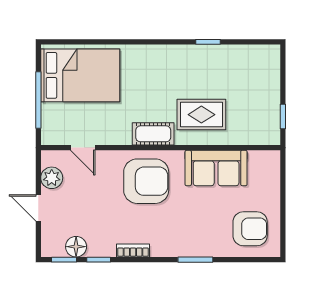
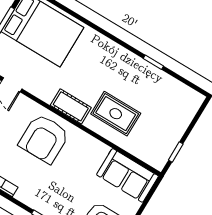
sofa: (216, 168) -> (127, 175), moved
armchair: (146, 181) -> (44, 139), turned 90

